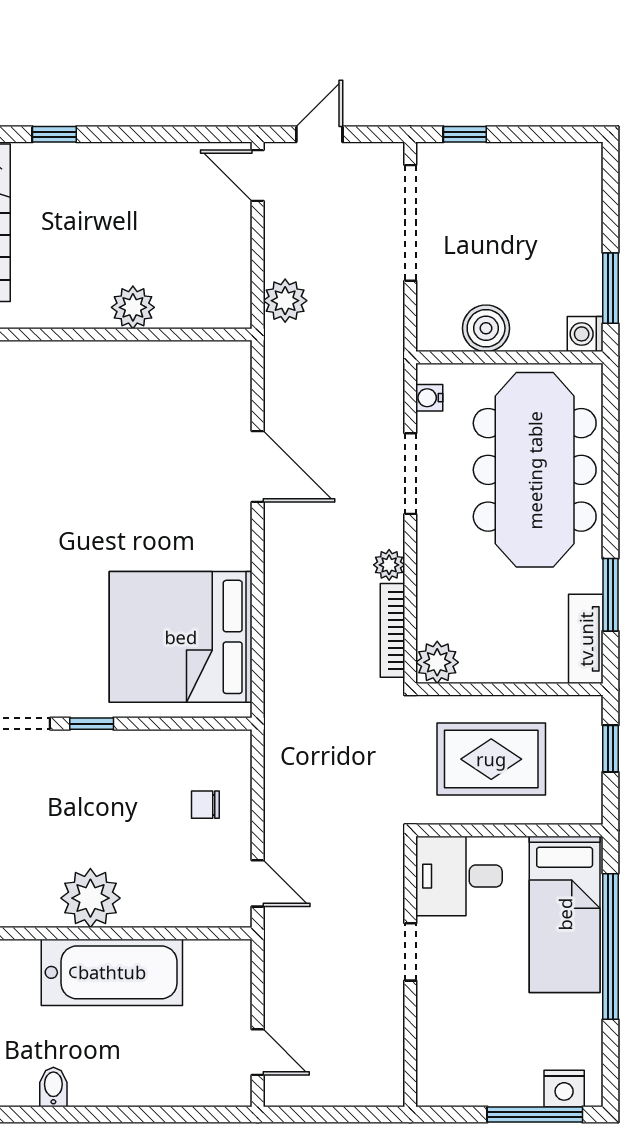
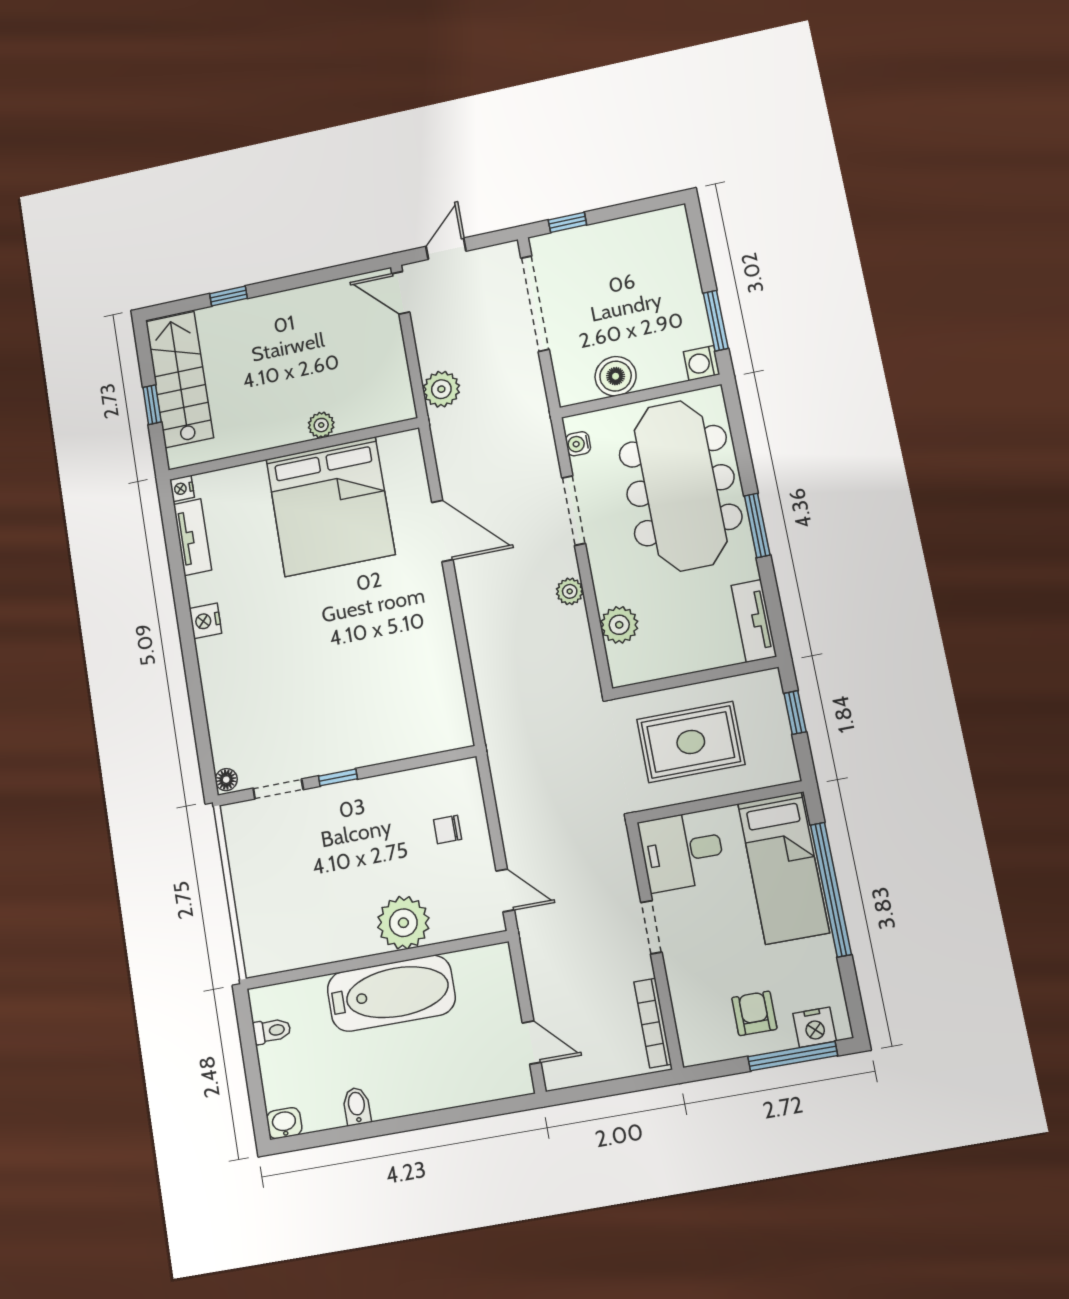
plant: (133, 307) -> (321, 425), width x0.73, depth x0.73
window: (610, 595) -> (757, 525), moved
bookcase: (392, 630) -> (653, 1023), moved
bed: (181, 637) -> (330, 507), moved, turned -90
plant: (437, 662) -> (619, 625), moved
plant: (90, 898) -> (403, 923), moved
armchair: (503, 1063) -> (754, 1013), added

